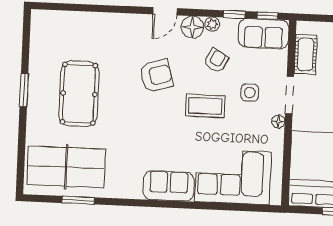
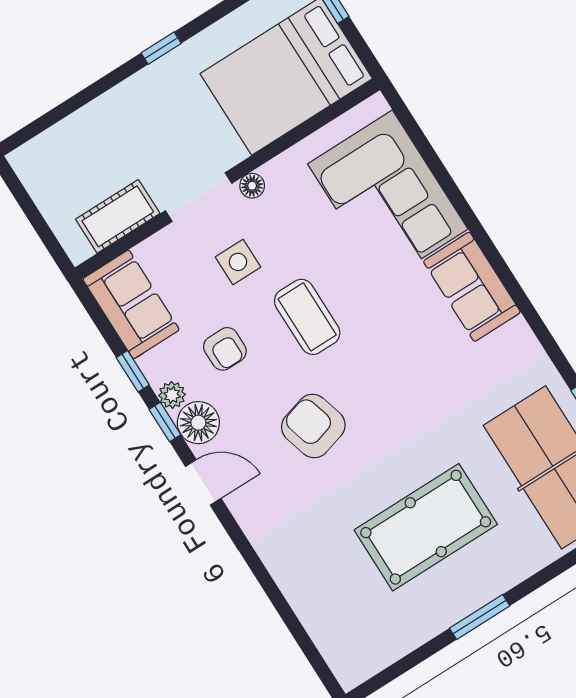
window: (268, 16) -> (165, 422), moved
armchair: (216, 61) -> (225, 349), turned -119

